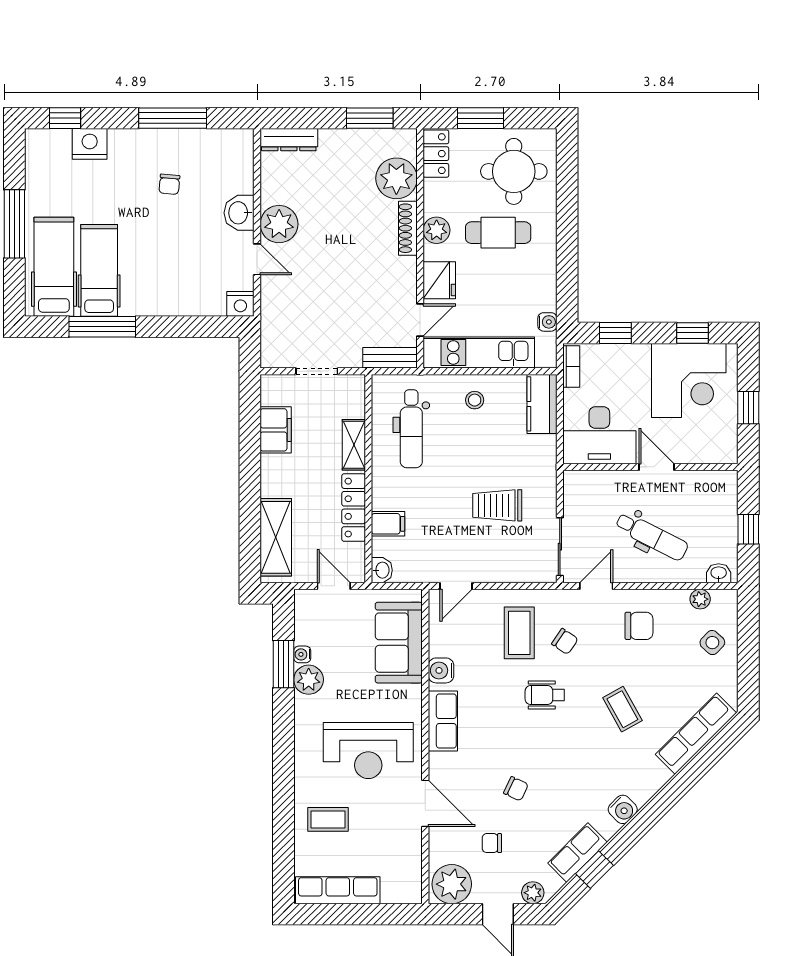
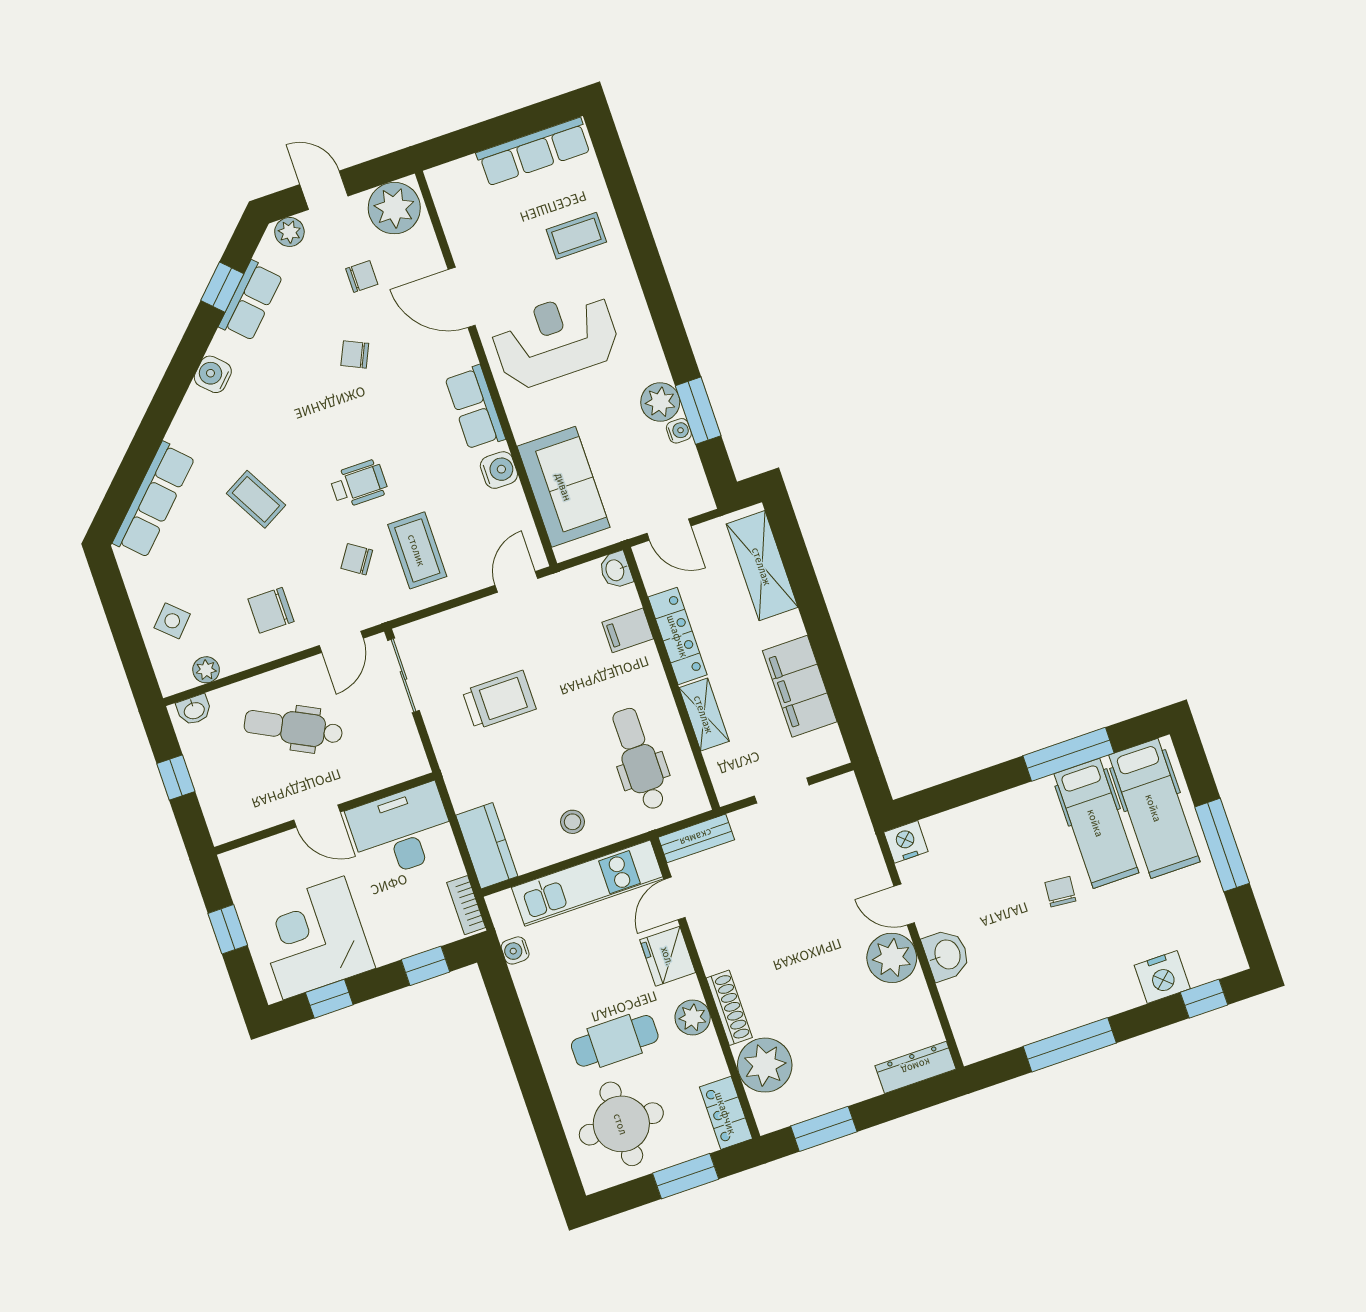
chair: (169, 184) -> (1060, 892), moved
filing cabinet: (276, 430) -> (800, 686), width x1.50, depth x1.17

